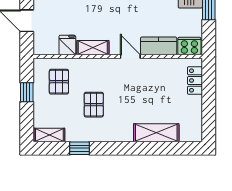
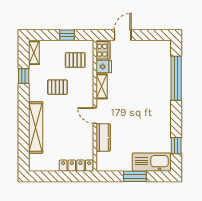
cooker: (189, 46) -> (103, 50), moved
door: (130, 56) -> (95, 115), swing flipped
locker: (195, 81) -> (76, 166), width x1.53
shelving: (156, 133) -> (36, 127), width x1.47

